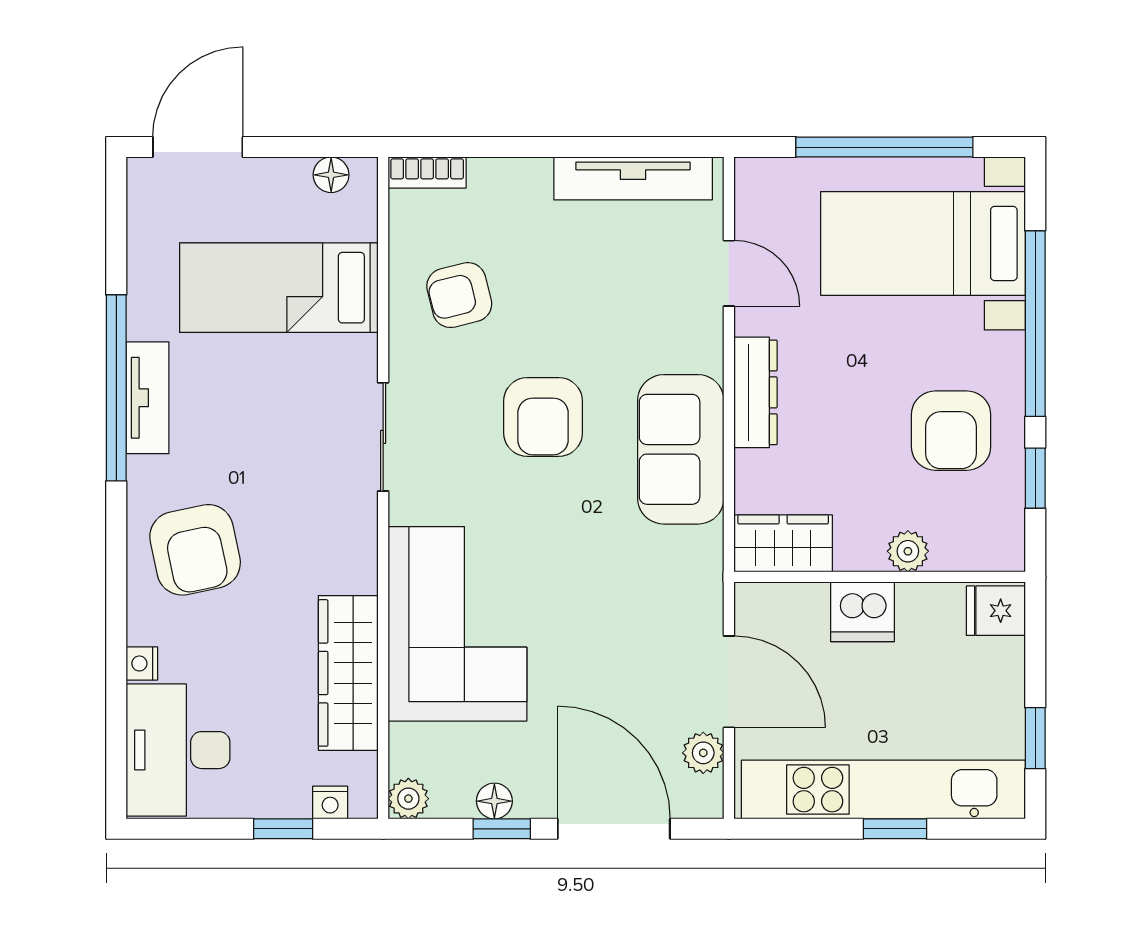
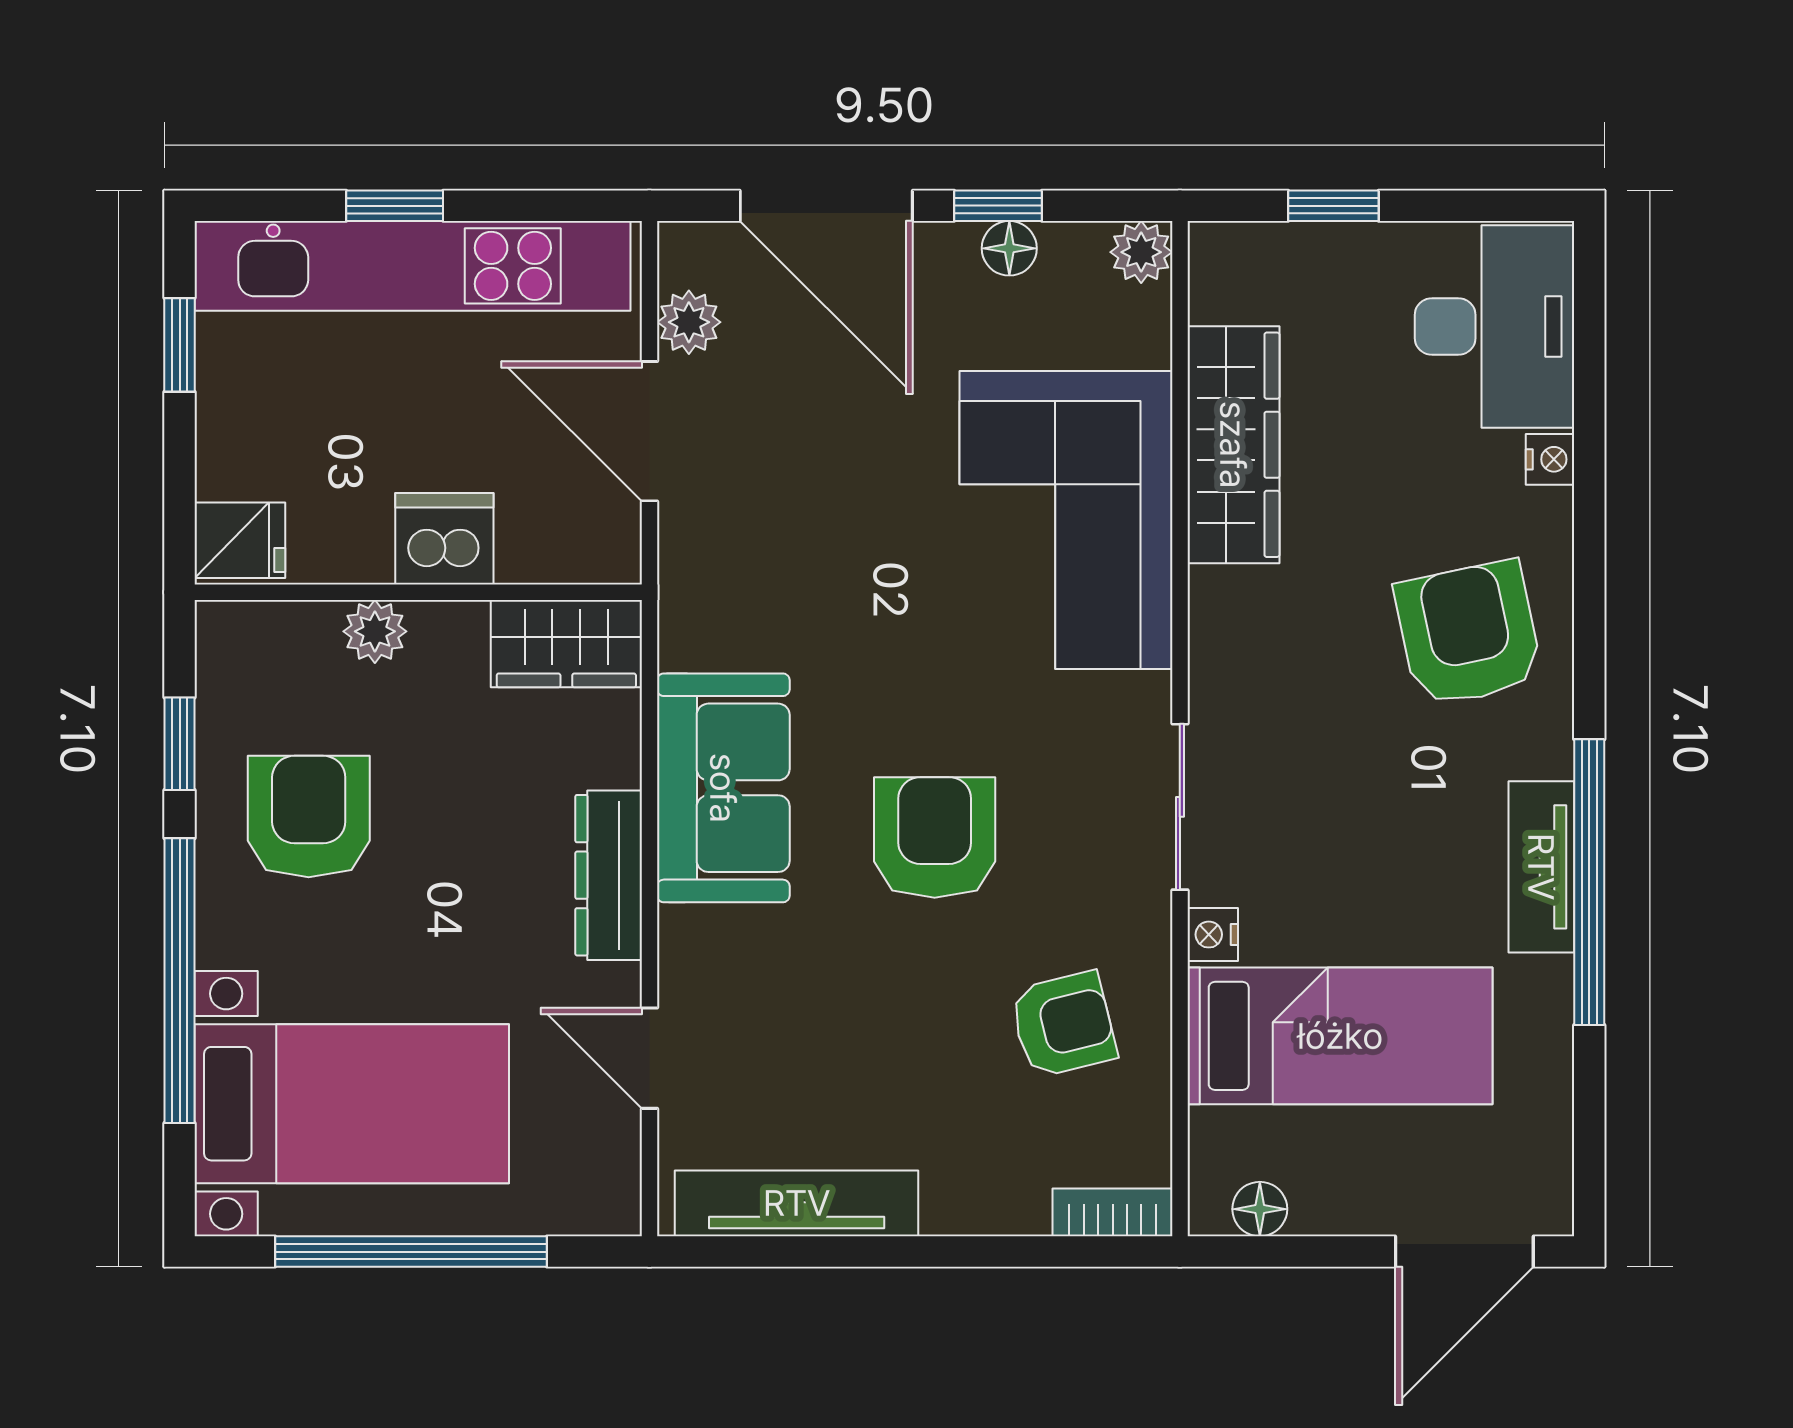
nightstand: (330, 802) -> (1213, 935), moved, turned -90

